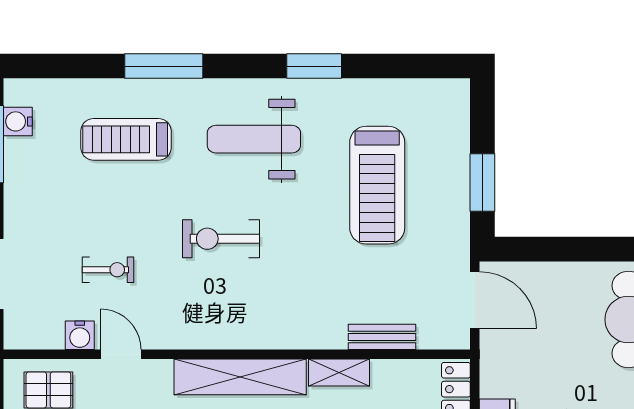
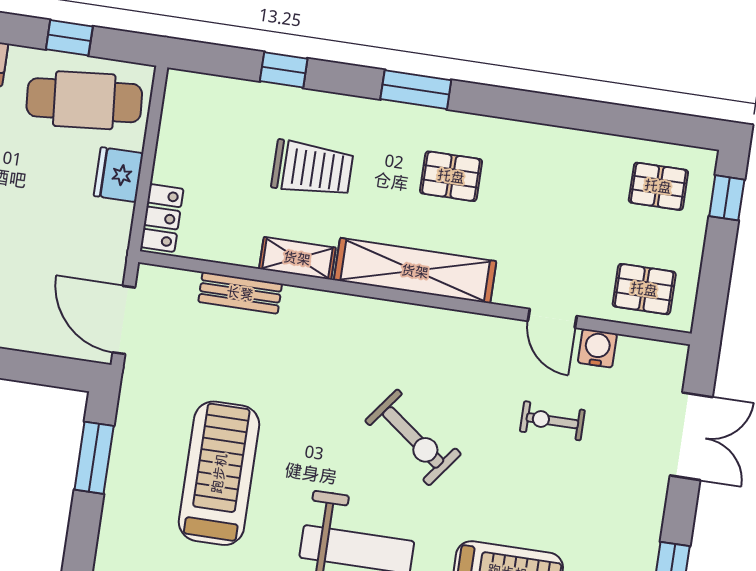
exercise bike: (221, 239) -> (413, 437), turned 37

